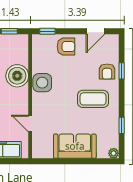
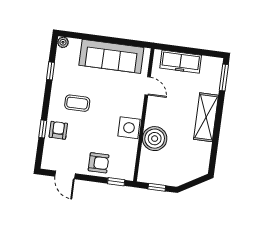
door: (95, 31) -> (65, 175), swing flipped
armchair: (66, 47) -> (99, 163), turned 180
coffee table: (93, 99) -> (77, 103), width x0.73, depth x0.77
sofa: (75, 146) -> (111, 56), width x1.36

